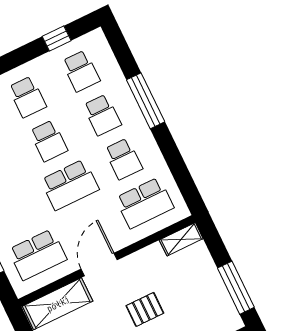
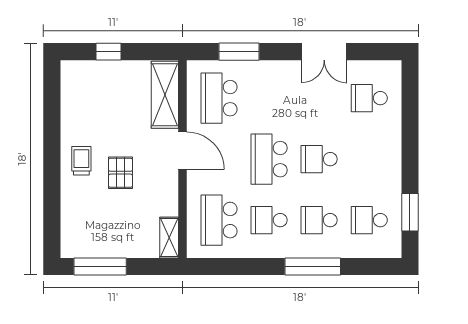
window: (57, 38) -> (410, 212), width x1.50
school desk: (27, 97) -> (369, 159), removed

